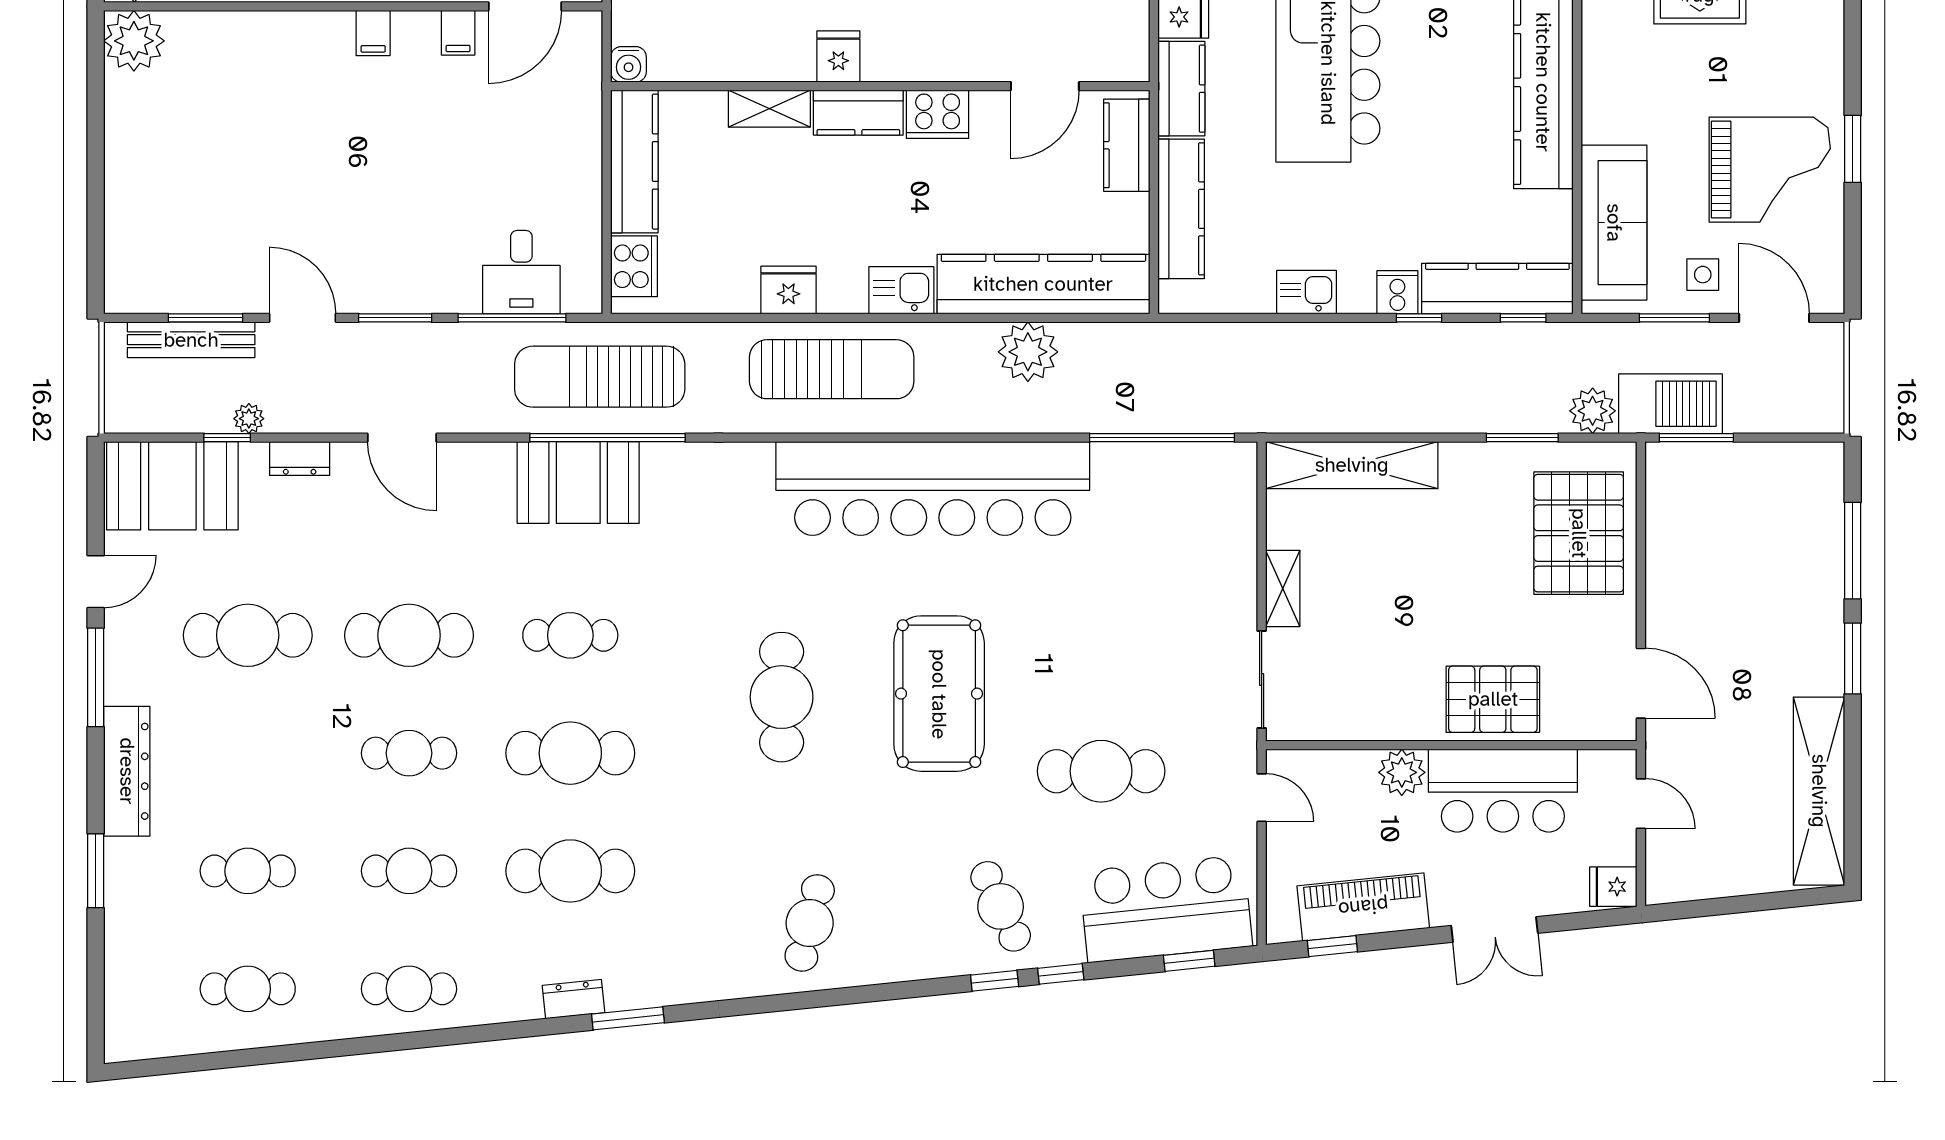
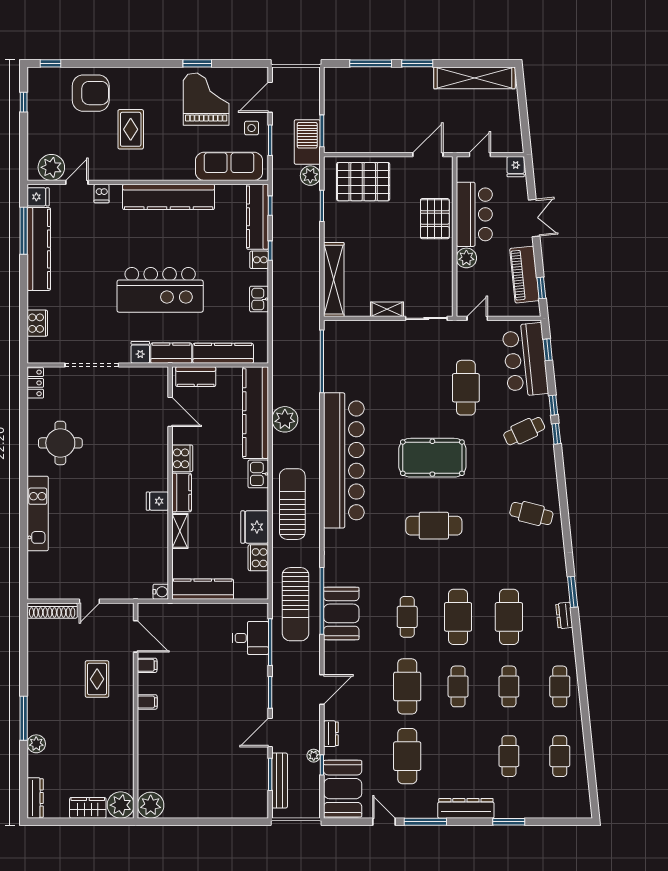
cooker: (634, 266) -> (258, 558), moved, turned -90
fridge: (788, 290) -> (255, 527), width x1.36, depth x1.34

